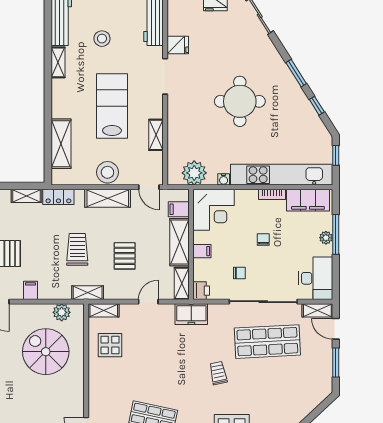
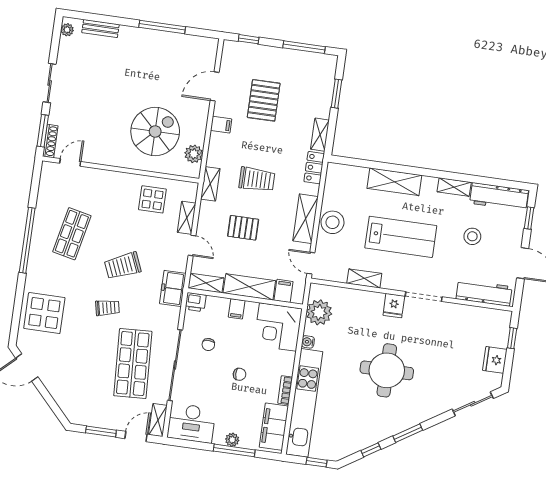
fridge: (178, 45) -> (394, 306), moved
shelving: (61, 144) -> (394, 182), moved
door: (149, 187) -> (311, 263), hinge flipped
shelving: (104, 310) -> (187, 218), moved
trolley: (177, 364) -> (123, 266), added

